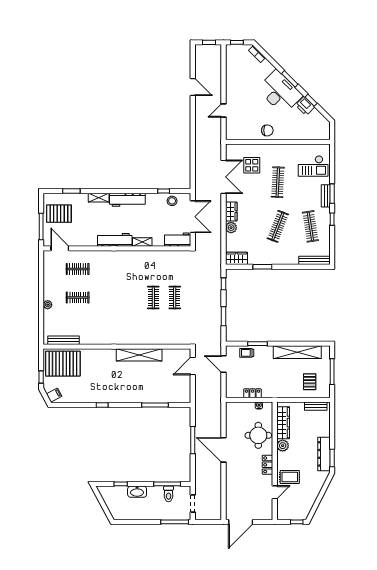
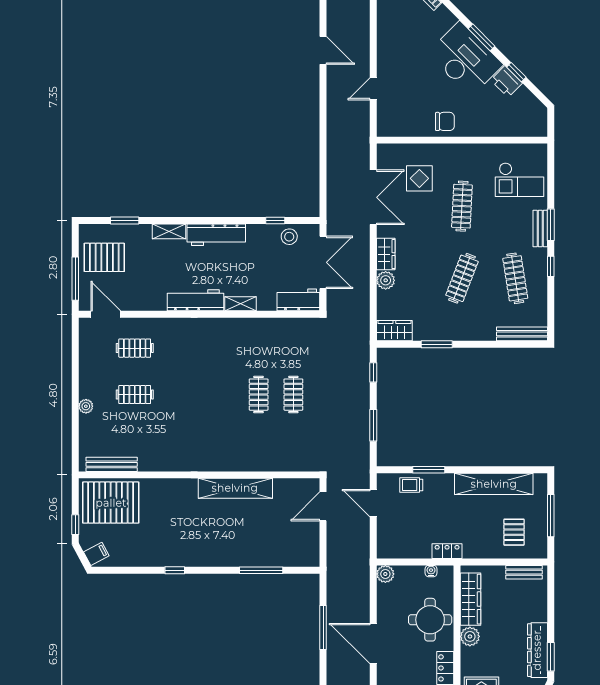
locker: (253, 393) -> (447, 551), moved
plant: (231, 407) -> (385, 574), added

